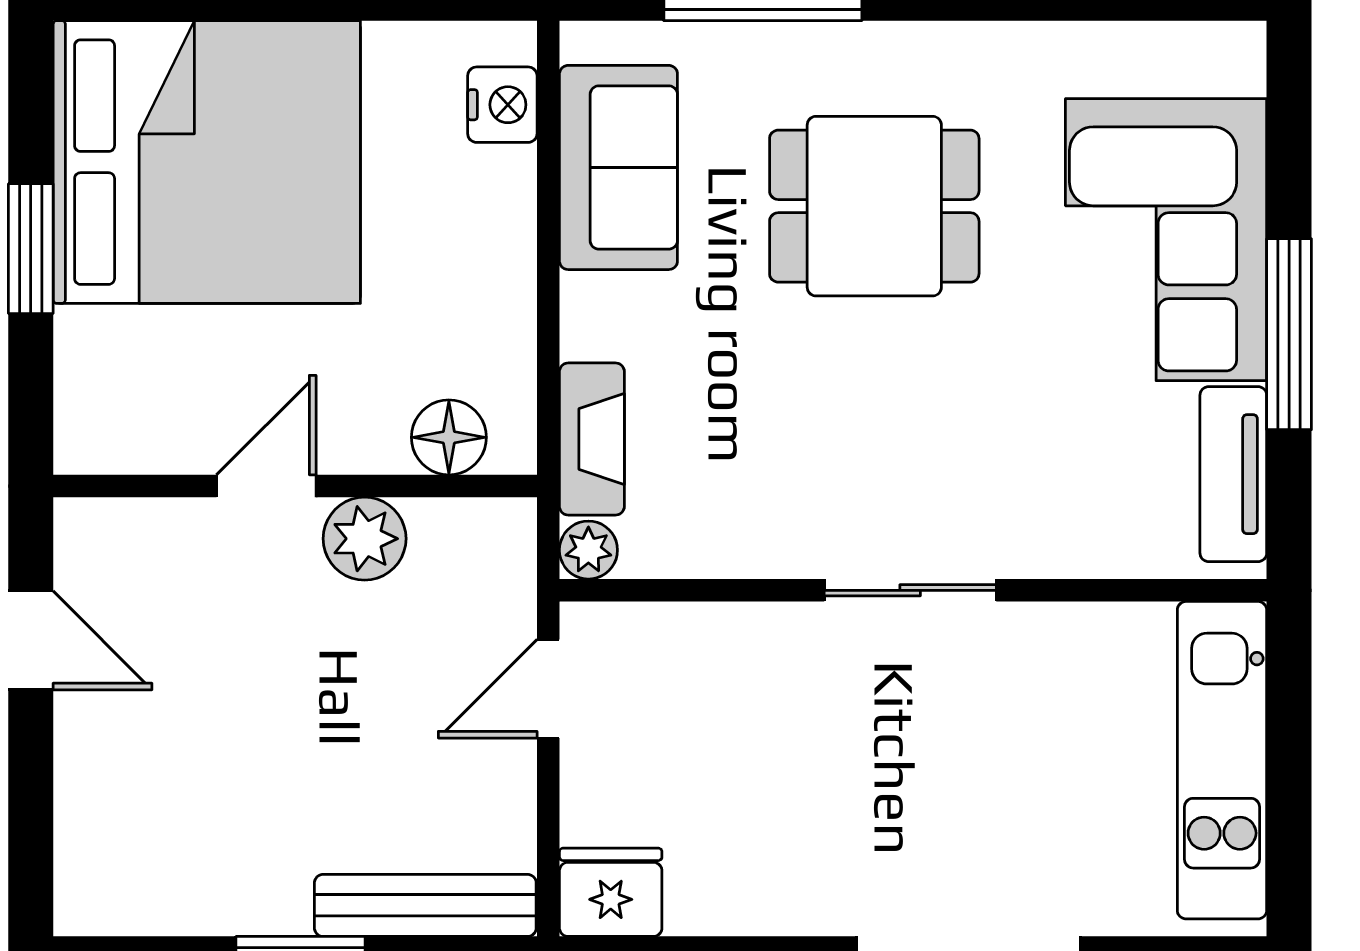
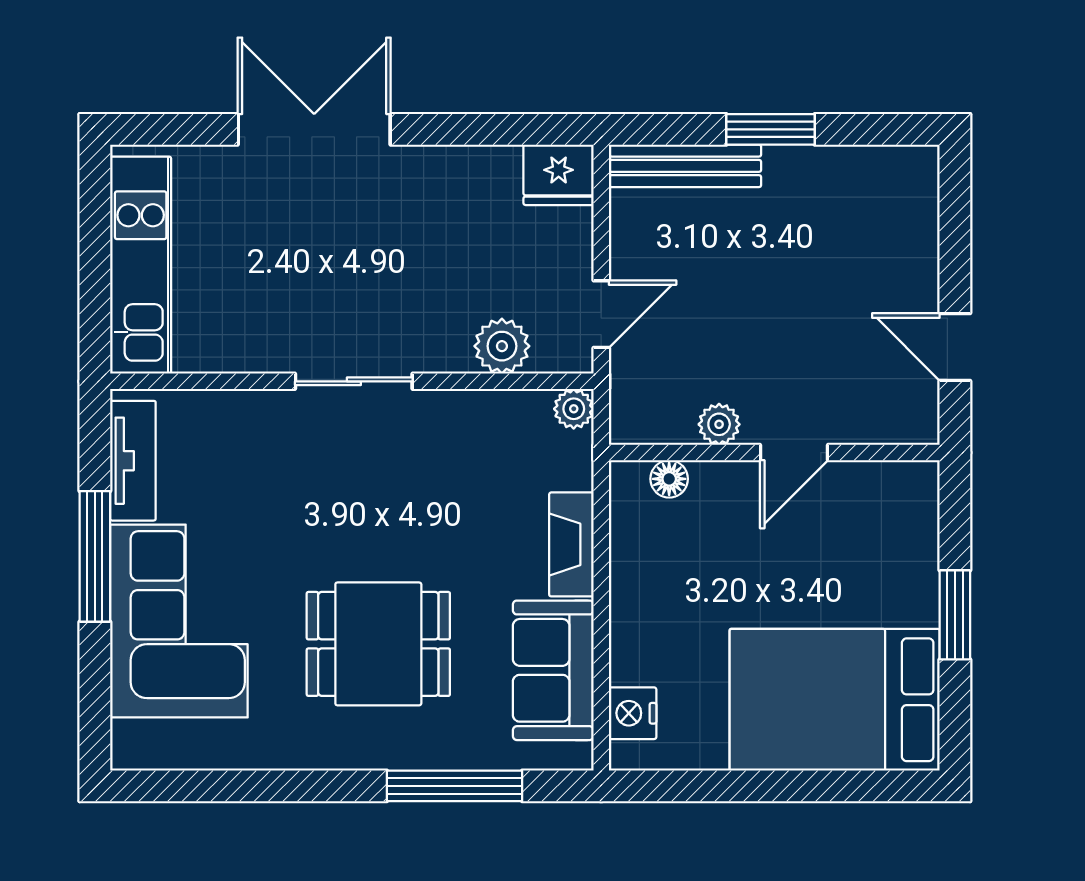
bed: (207, 162) -> (835, 700), width x0.73
floor lamp: (449, 437) -> (669, 479), width x0.73, depth x0.73
fireplace: (592, 439) -> (571, 544), moved
plant: (365, 539) -> (719, 424), width x0.73, depth x0.73
plant: (693, 642) -> (502, 346), added

